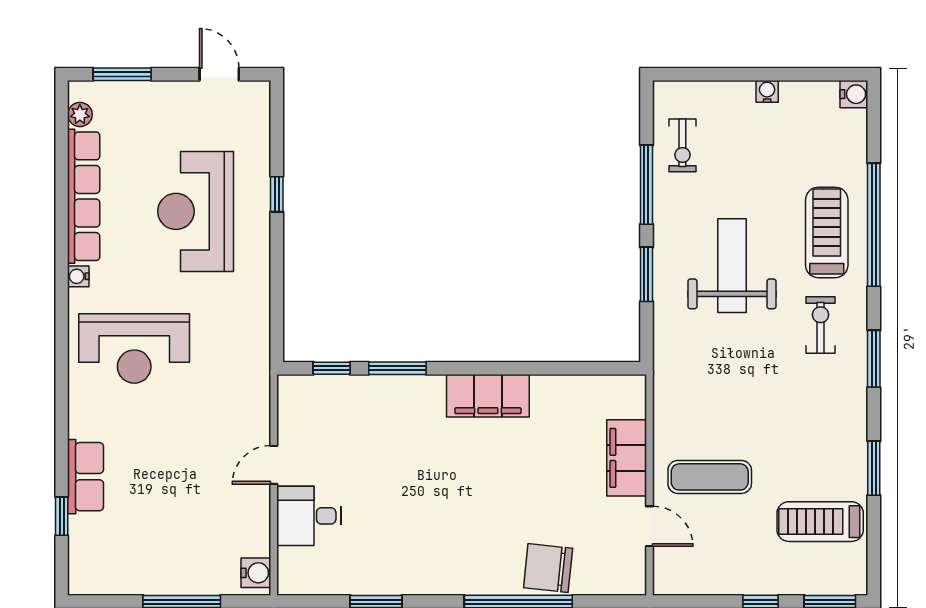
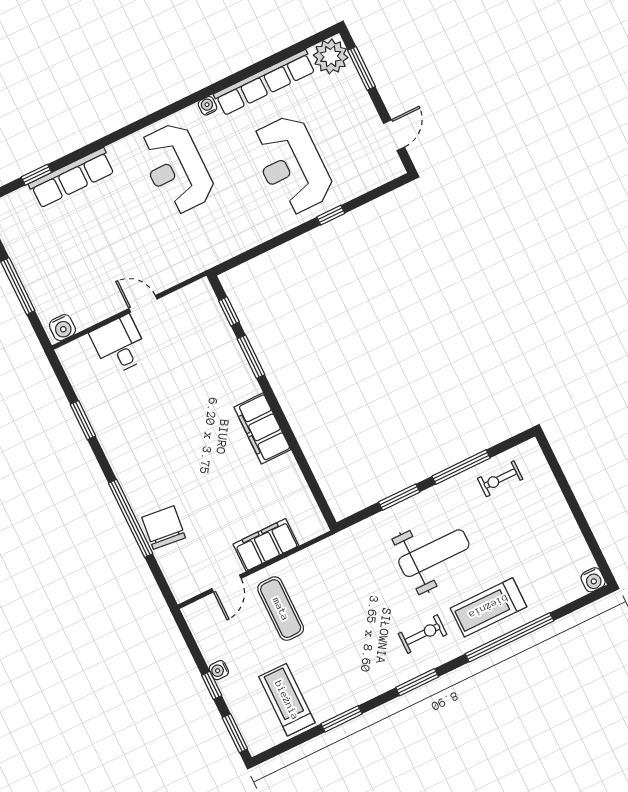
water cooler: (767, 91) -> (219, 670), moved, turned 180
plant: (80, 114) -> (331, 56), width x1.87, depth x1.87
reception desk: (196, 211) -> (292, 165), turned -90
treadmill: (827, 232) -> (488, 607), turned 180
row of seats: (86, 477) -> (72, 178), width x1.48

